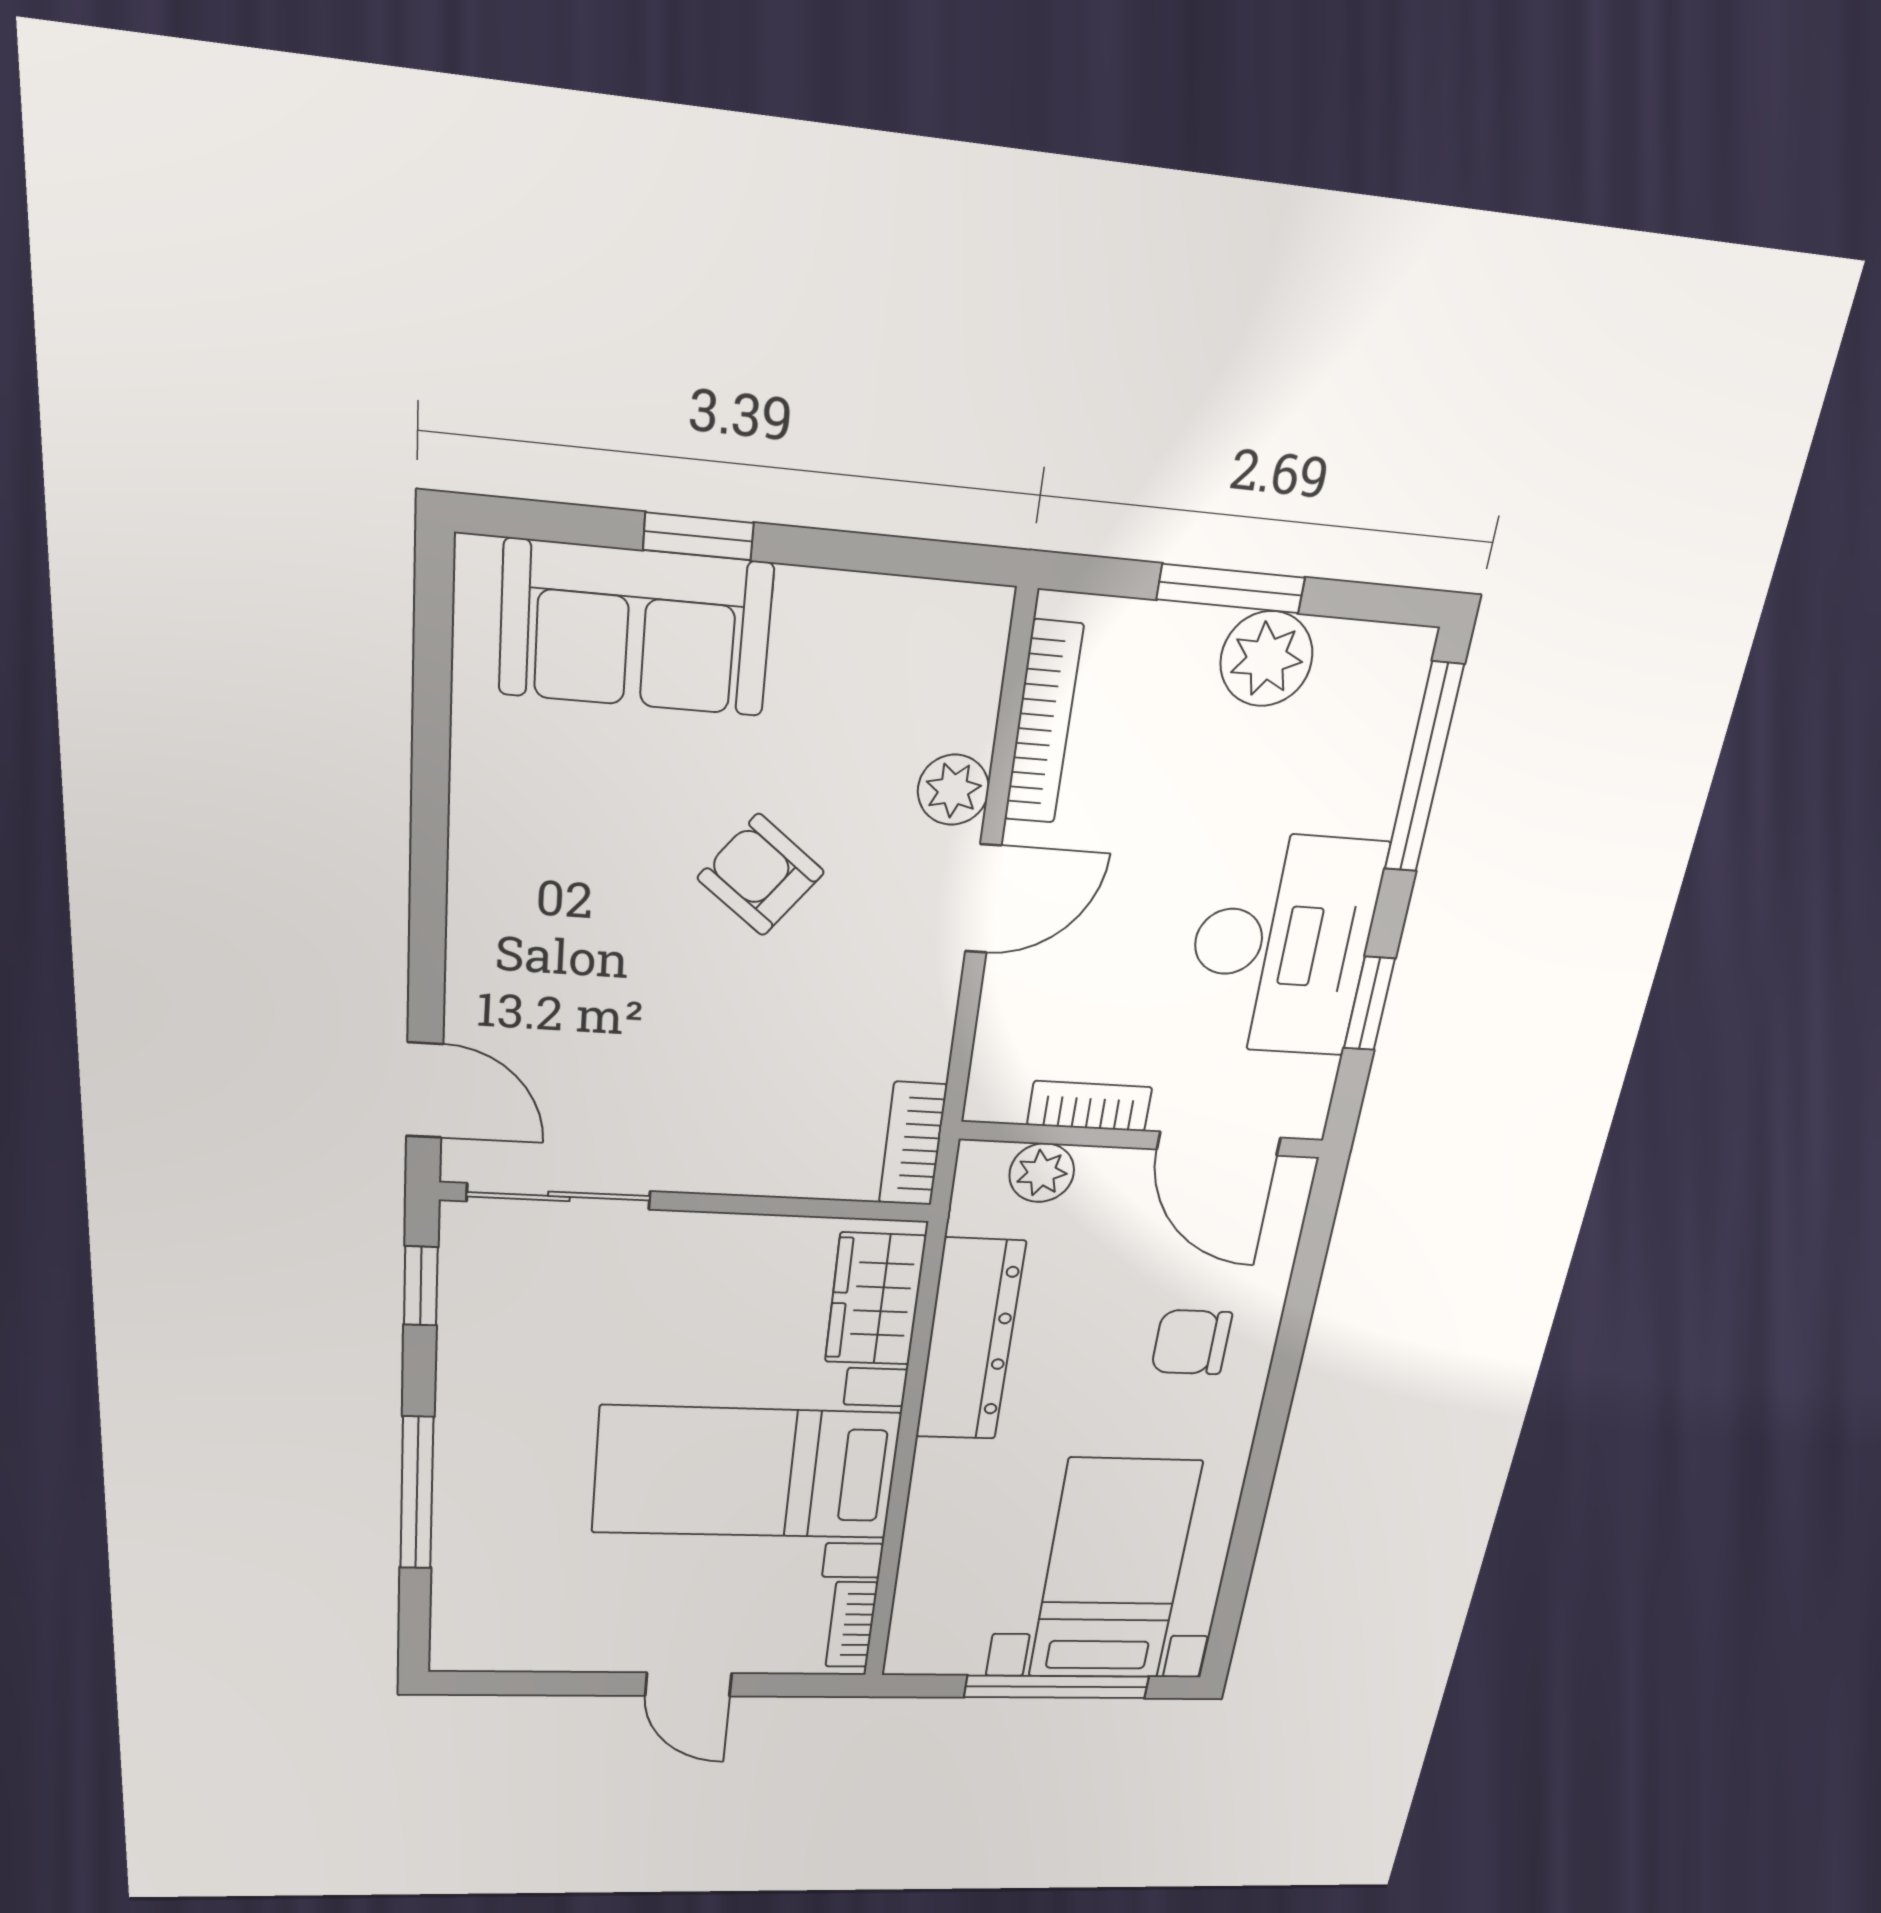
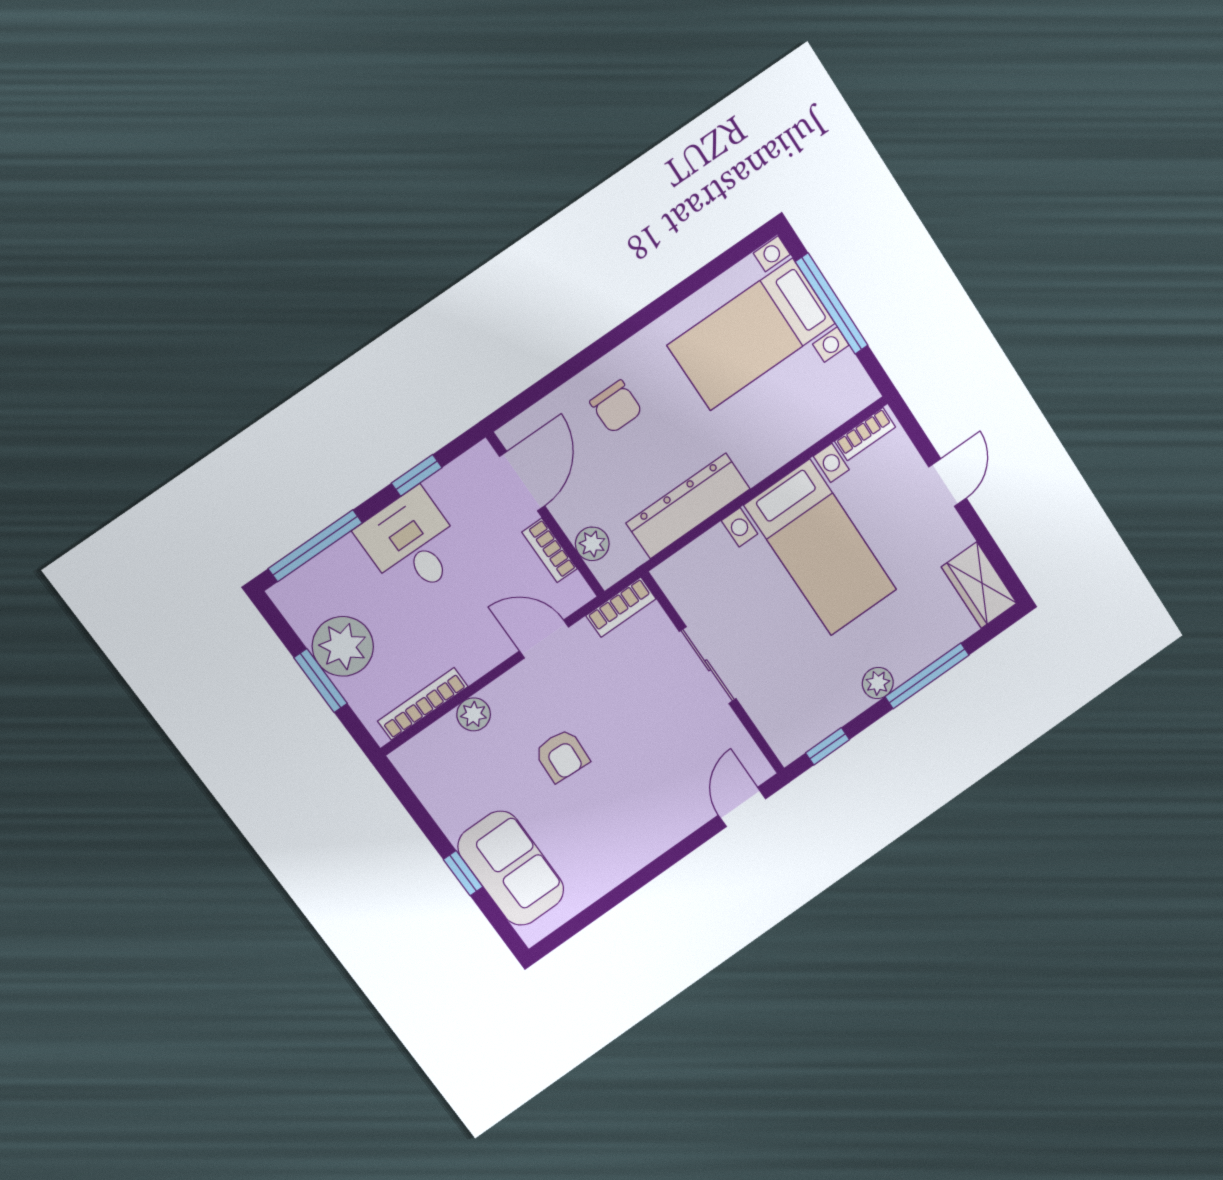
plant: (1266, 659) -> (343, 646), width x1.36, depth x1.36
armchair: (761, 875) -> (562, 755), turned -35
door: (983, 899) -> (544, 639), moved
desk: (1282, 945) -> (412, 544), width x0.73
sliding door: (559, 1196) -> (708, 665), moved
wardrobe: (875, 1299) -> (979, 585), moved, turned 90
plant: (465, 1421) -> (878, 683), added

